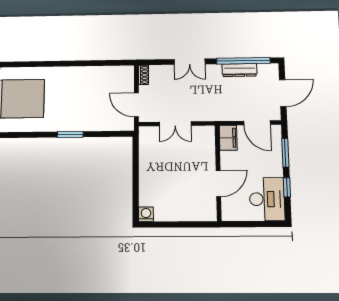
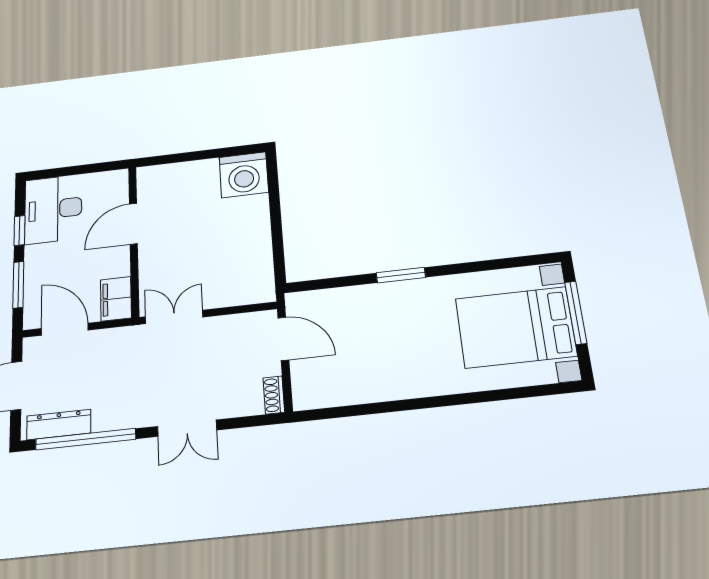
double door: (190, 62) -> (187, 428), swing flipped
dresser: (239, 70) -> (59, 425), moved
double door: (175, 124) -> (174, 317), moved
washing machine: (146, 214) -> (244, 175), width x1.89, depth x1.89

